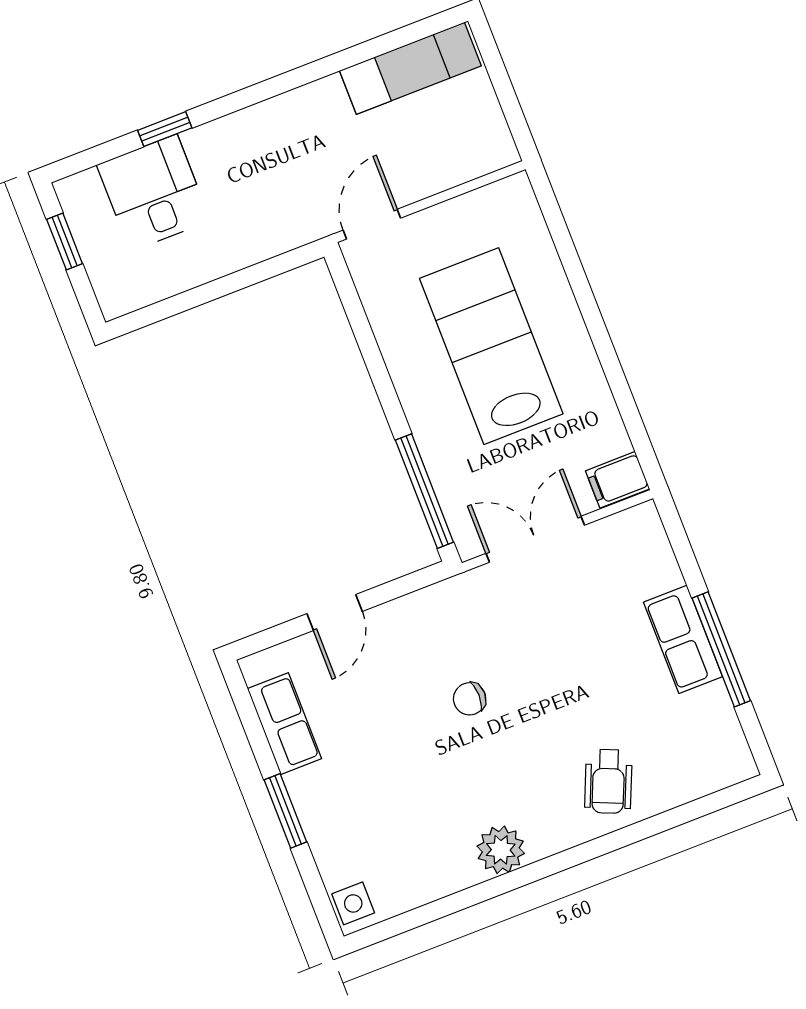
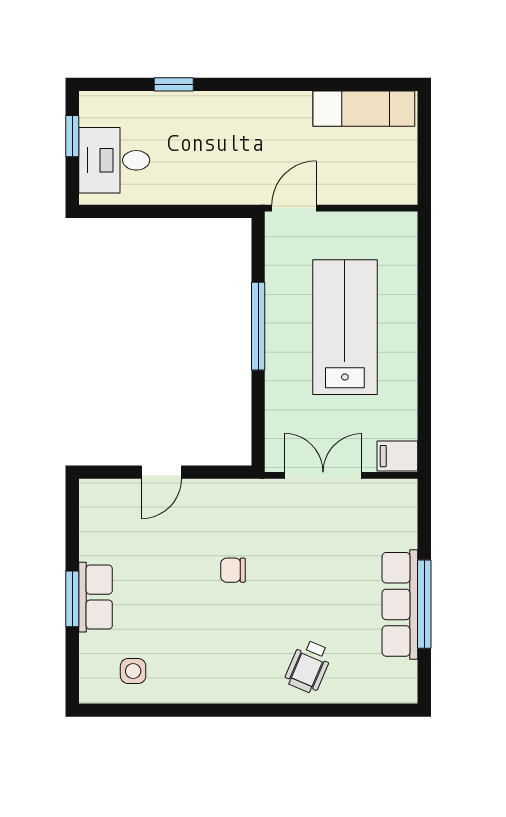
desk: (154, 193) -> (114, 160), moved, turned -90
window: (424, 491) -> (258, 326), moved
row of seats: (683, 639) -> (400, 604), width x1.48
row of seats: (284, 724) -> (95, 597), moved
plant: (501, 850) -> (214, 685), removed
side table: (353, 903) -> (133, 671), moved

